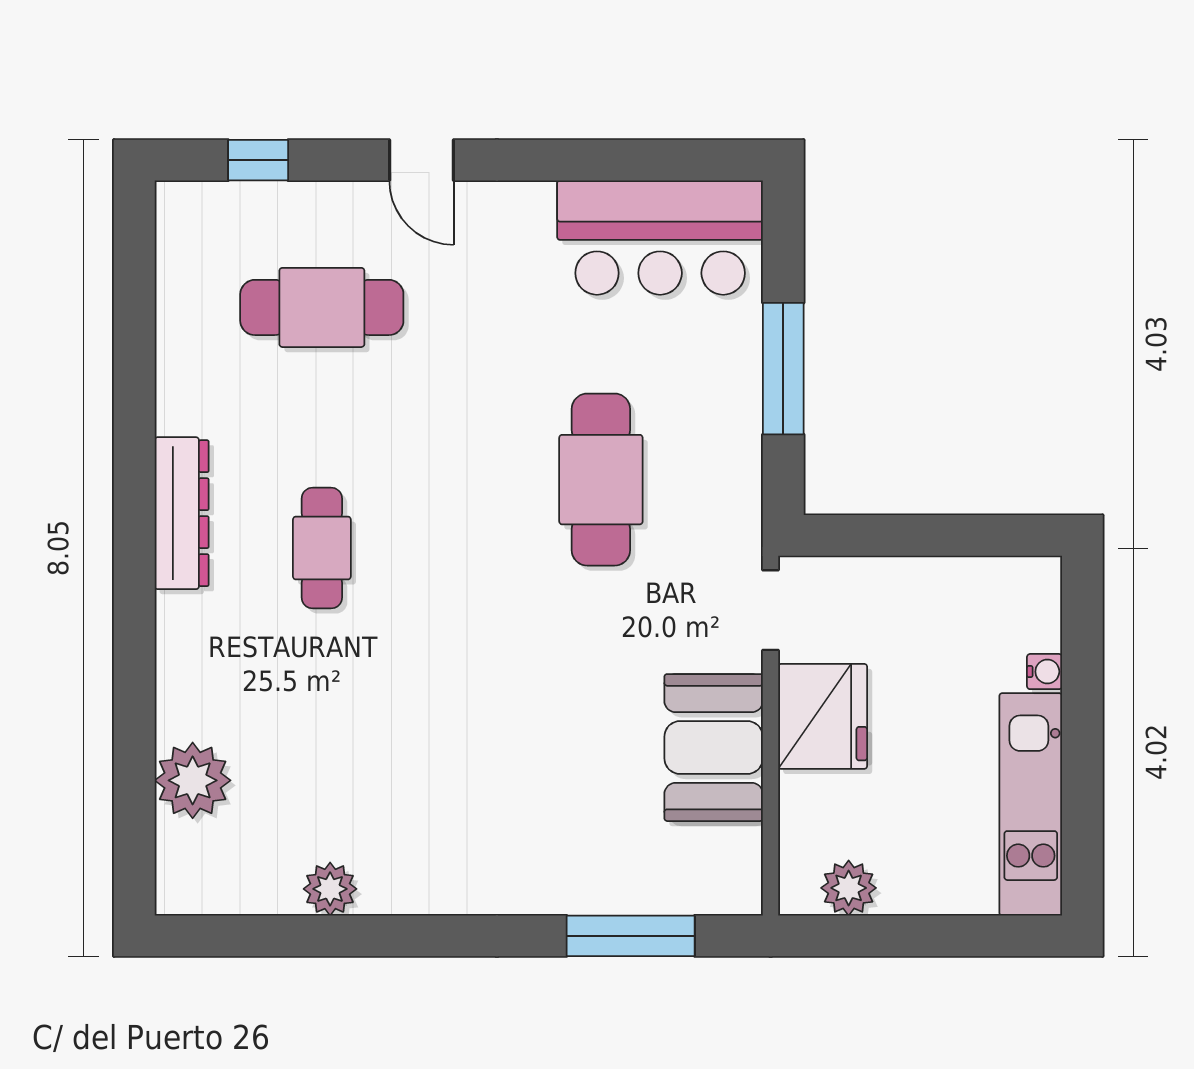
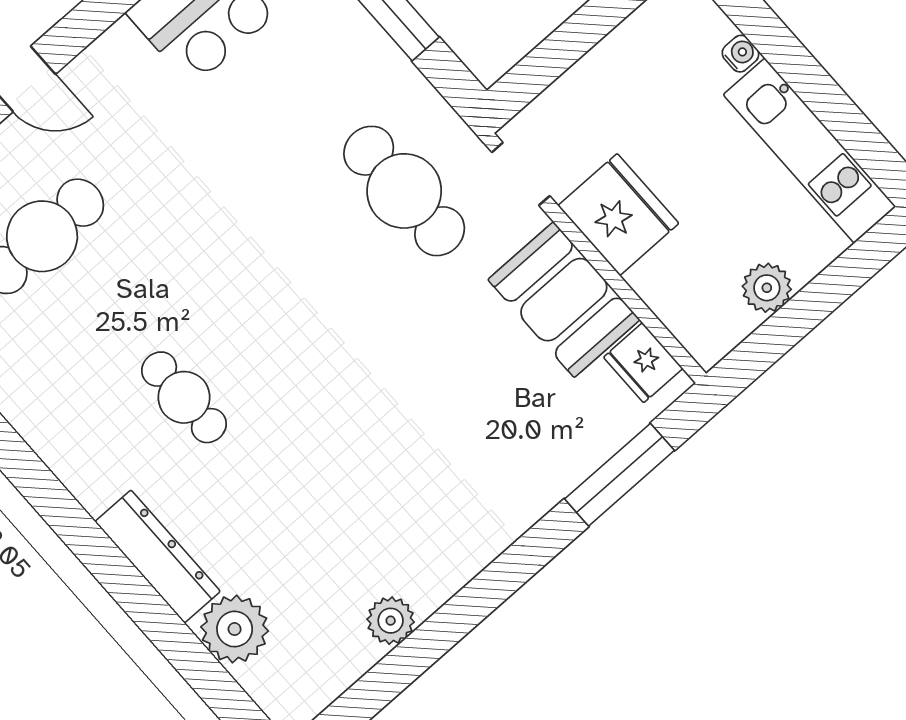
cafe table: (601, 480) -> (404, 191), moved
dresser: (182, 513) -> (158, 557), moved
fridge: (733, 859) -> (643, 363), added
plant: (849, 888) -> (767, 288), moved

